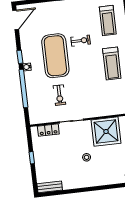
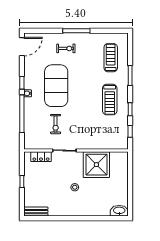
treadmill: (108, 21) -> (111, 58), turned 180
exercise bike: (81, 41) -> (66, 48), moved

